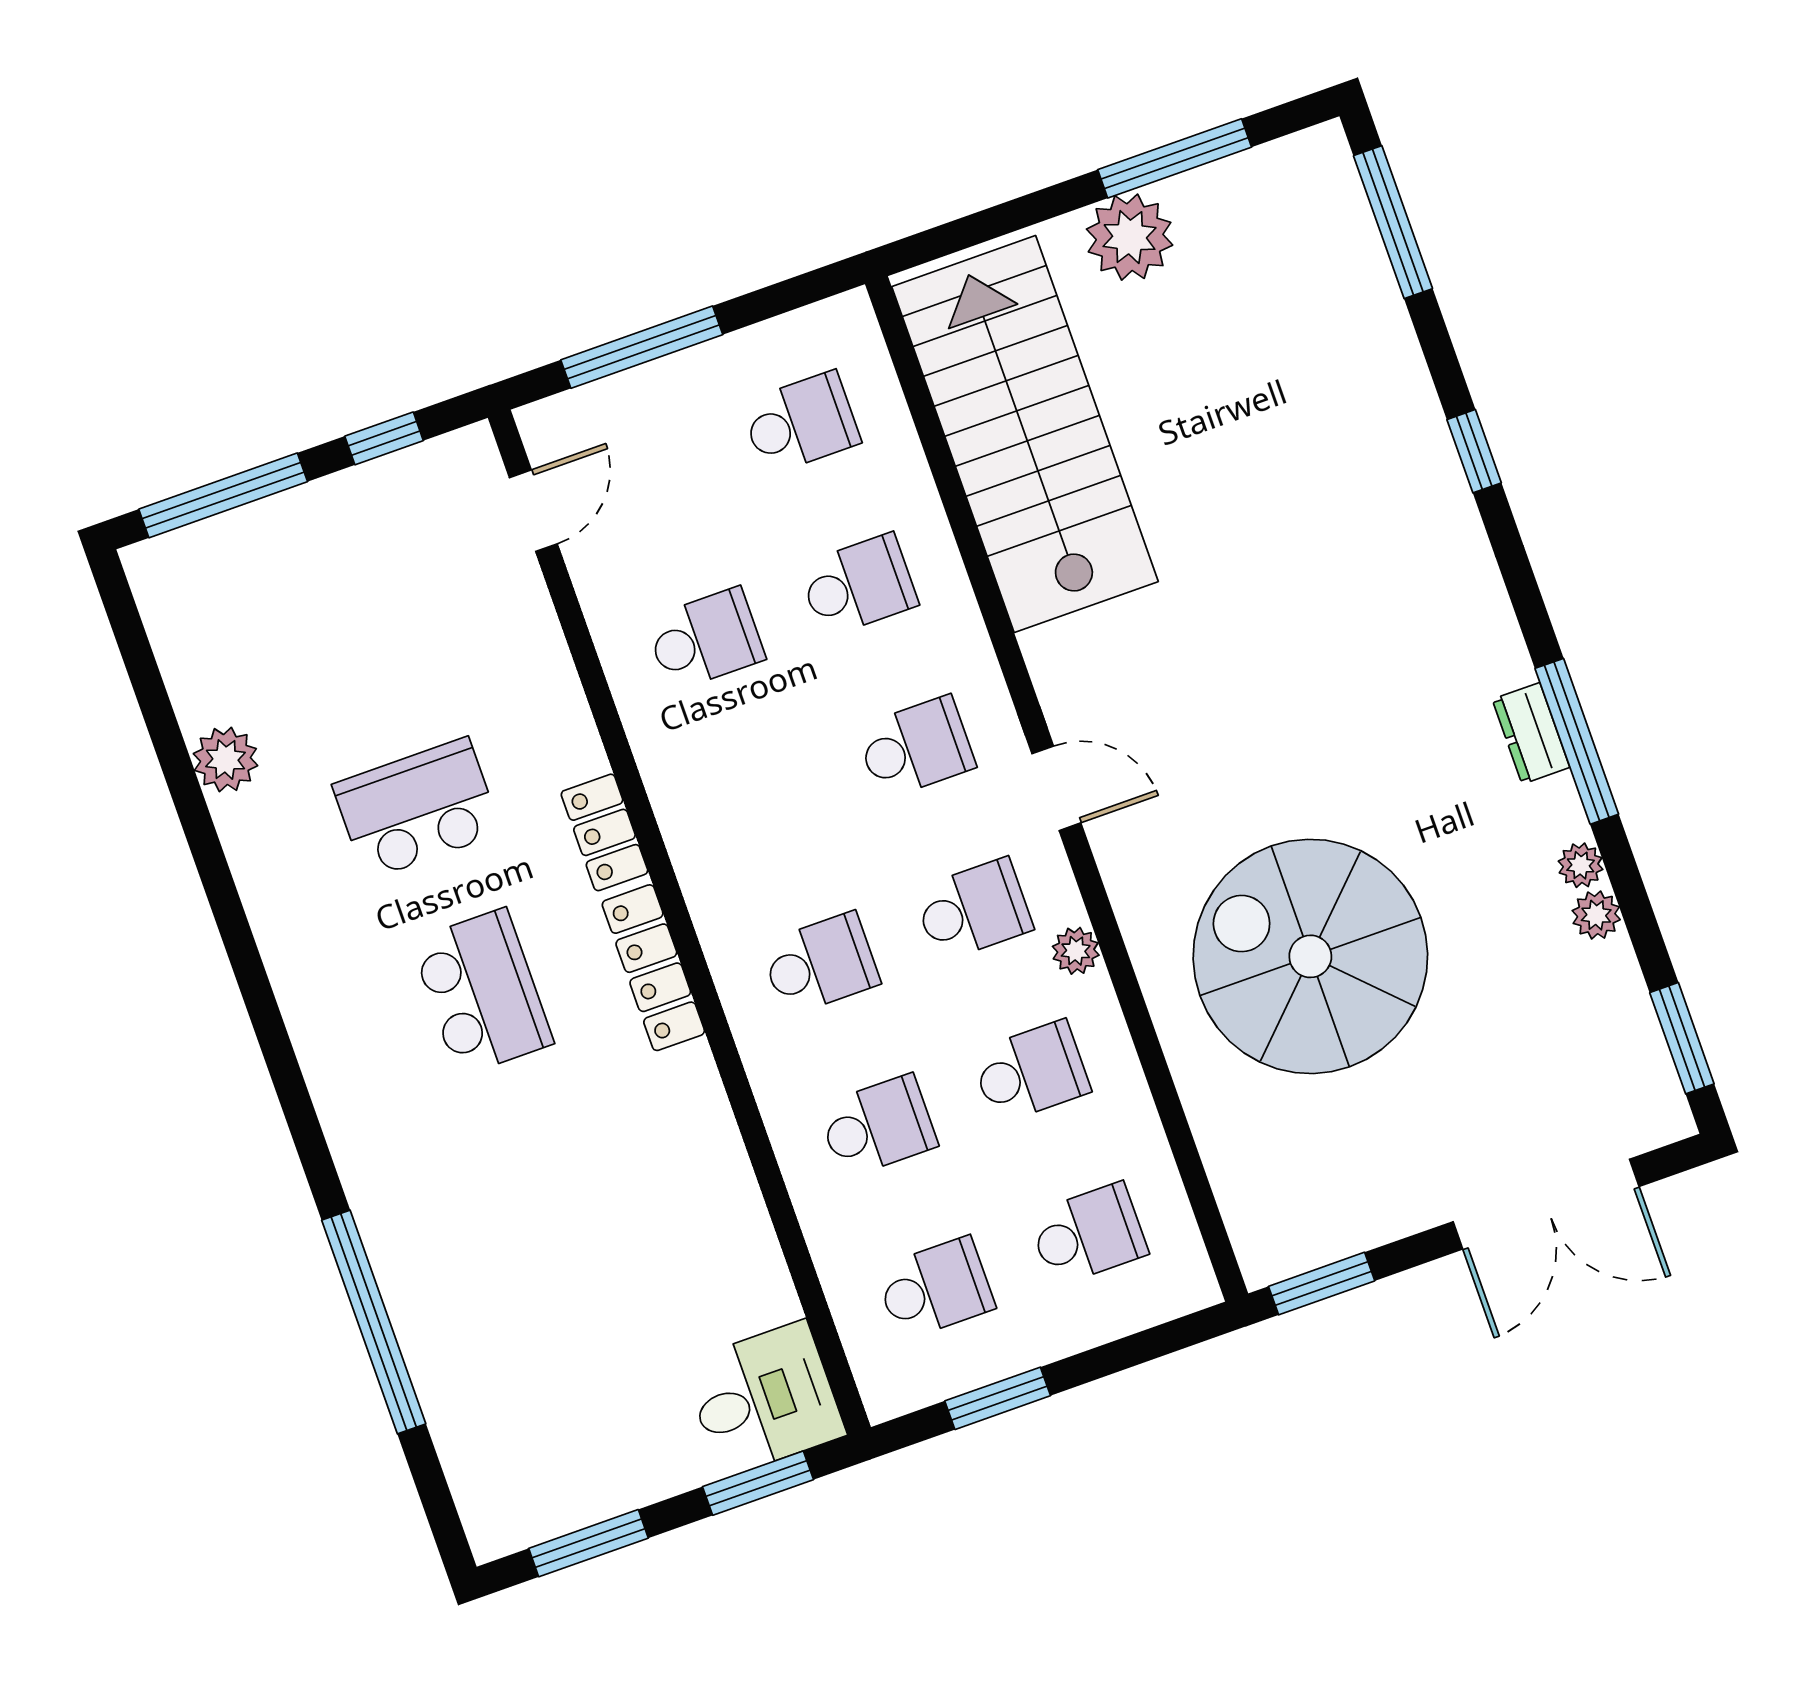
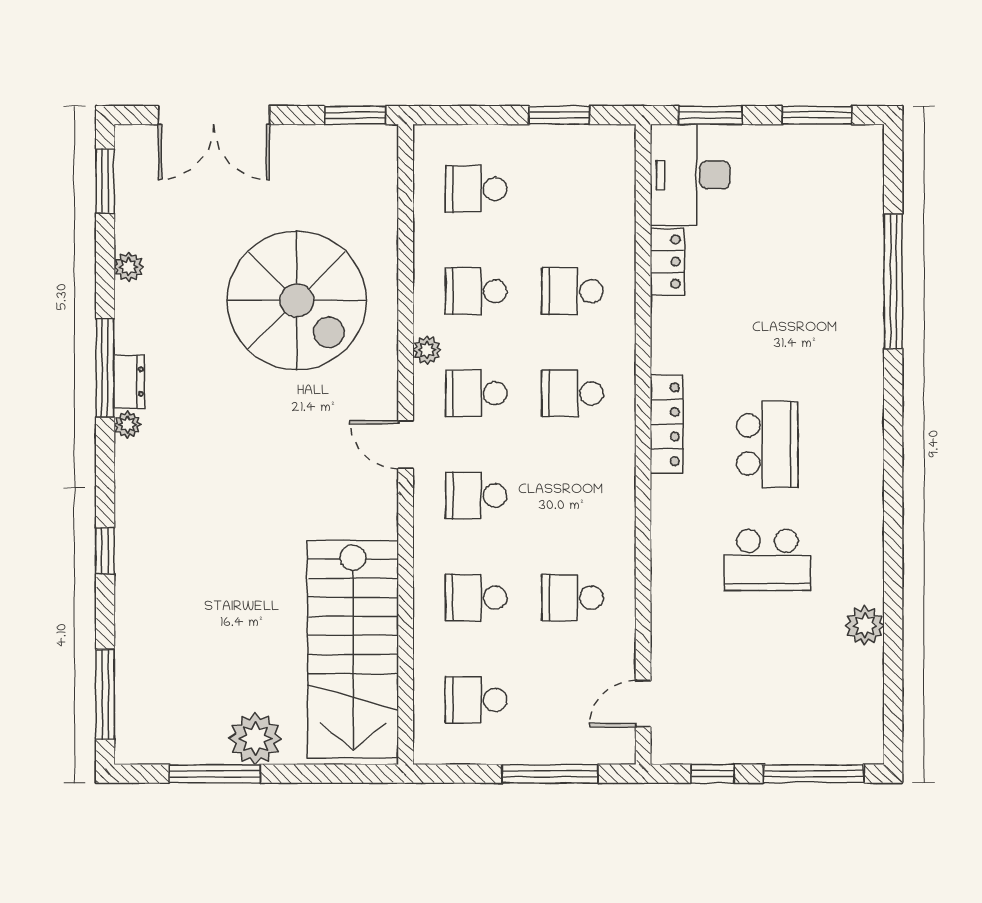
locker: (604, 832) -> (667, 262), moved
plant: (1581, 865) -> (128, 425), moved
school desk: (482, 992) -> (767, 444), turned 180
double door: (1546, 1204) -> (214, 115), swing flipped
school desk: (935, 1288) -> (572, 189), removed
desk: (764, 1399) -> (690, 175), width x1.37

